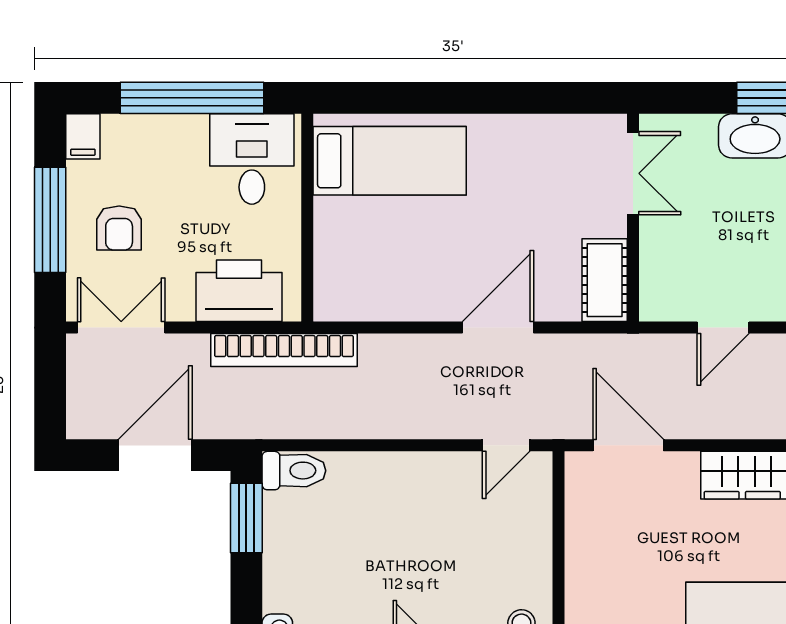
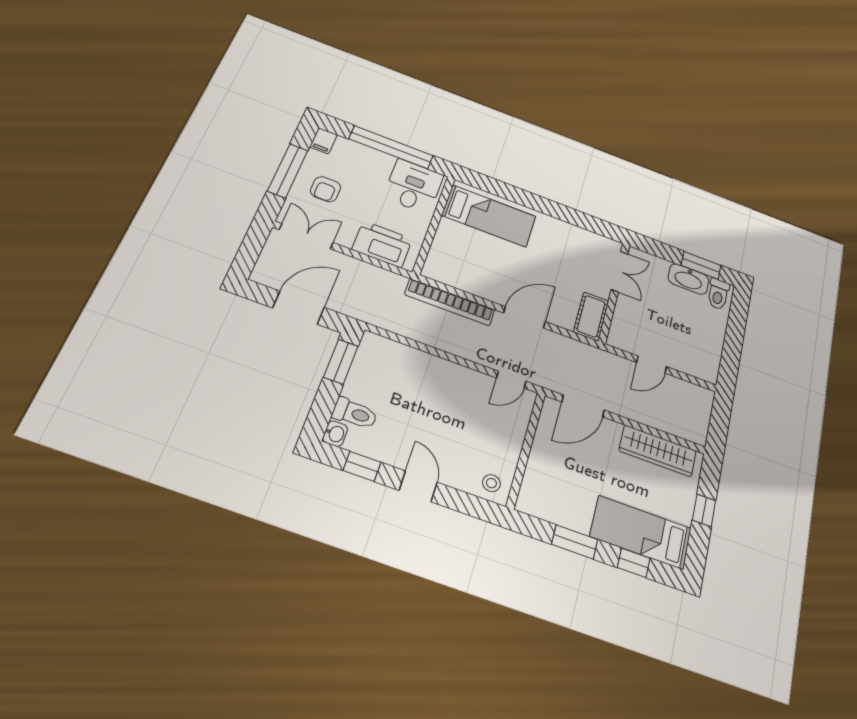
bookcase: (284, 350) -> (450, 302), moved
door: (628, 445) -> (583, 406), swing flipped
toilet: (294, 471) -> (355, 413), moved

